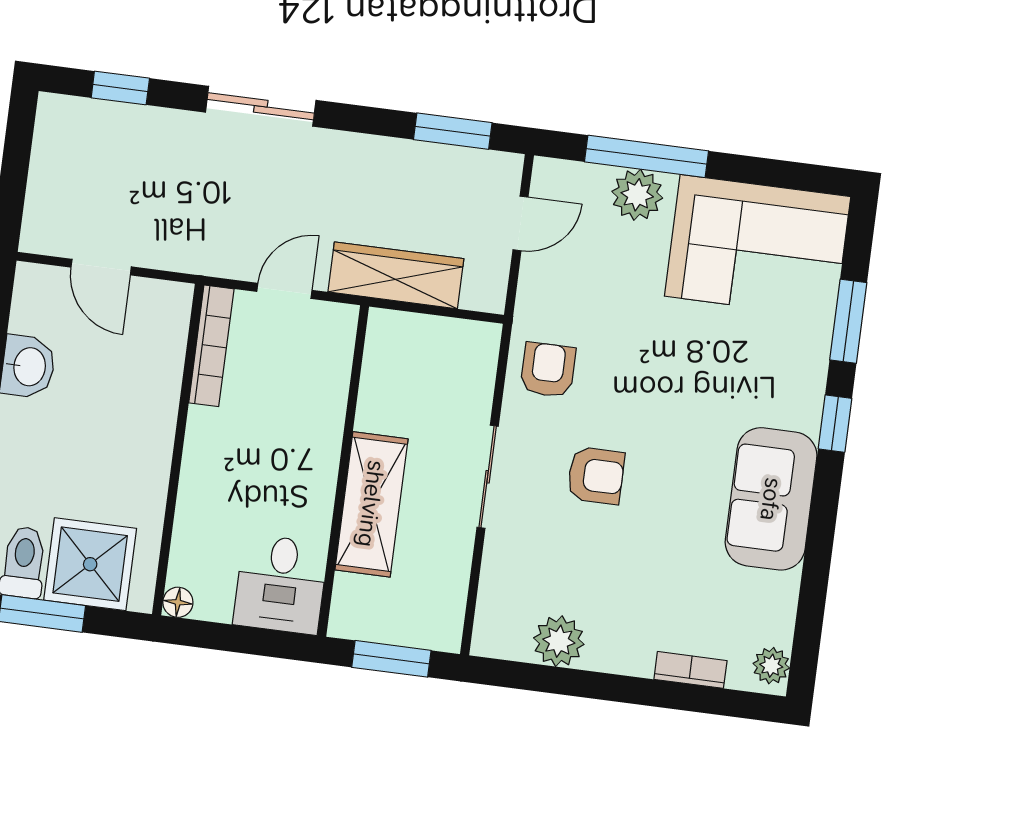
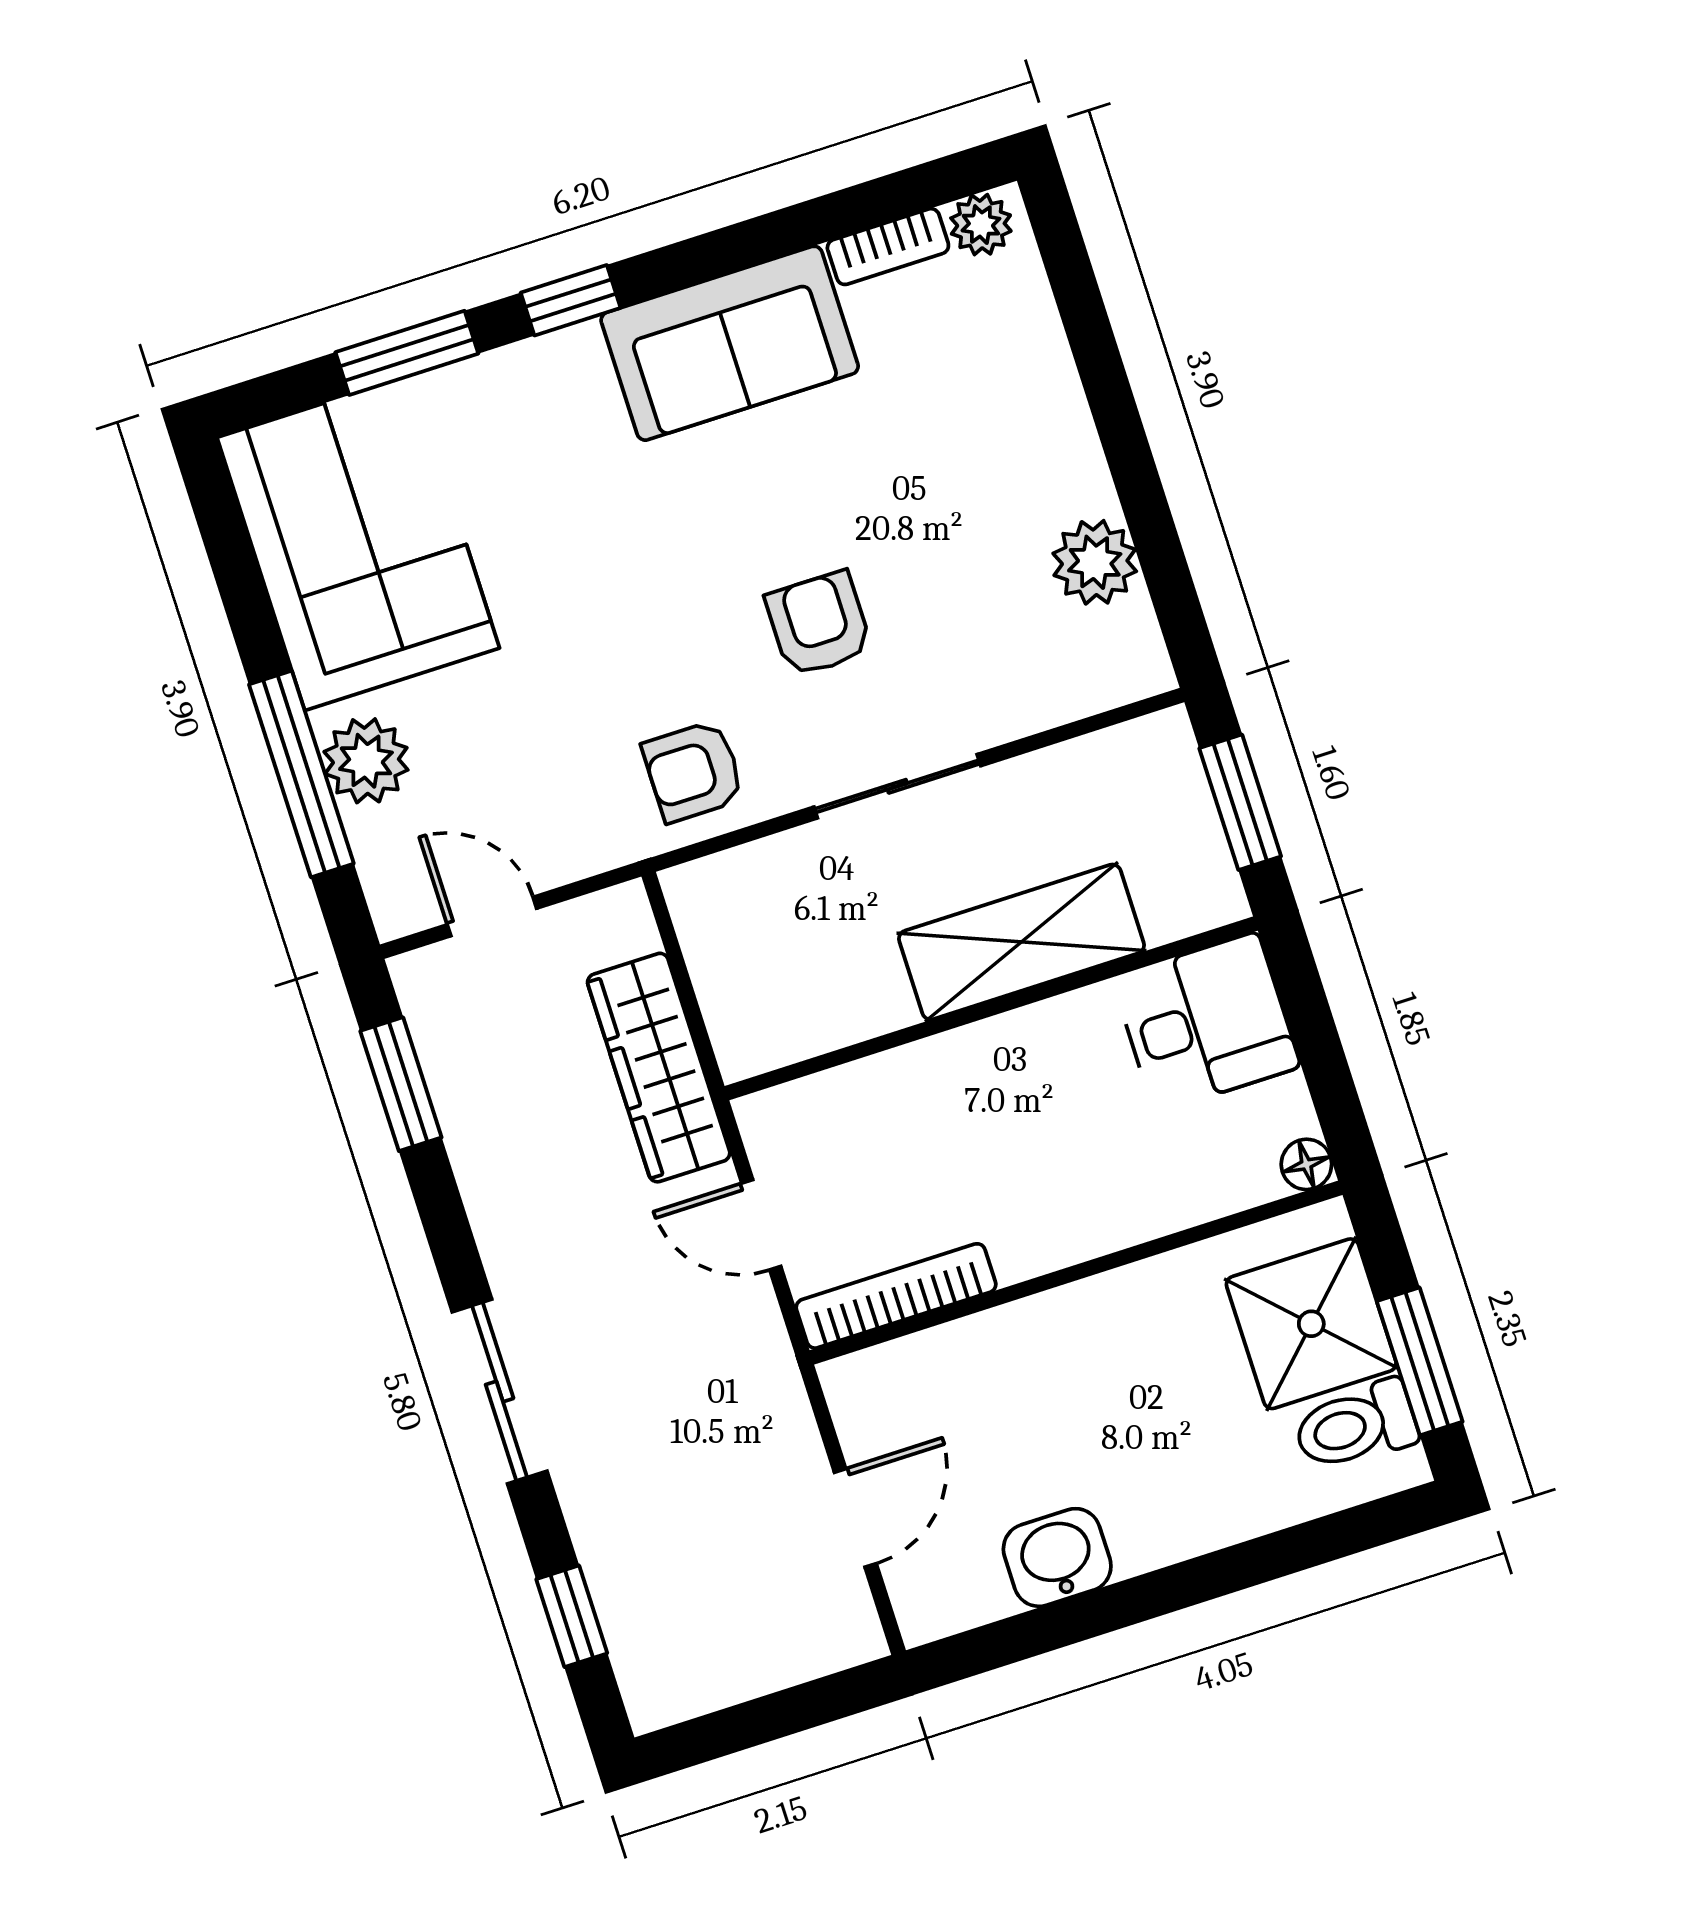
bookcase: (690, 670) -> (888, 247), moved, turned -90

